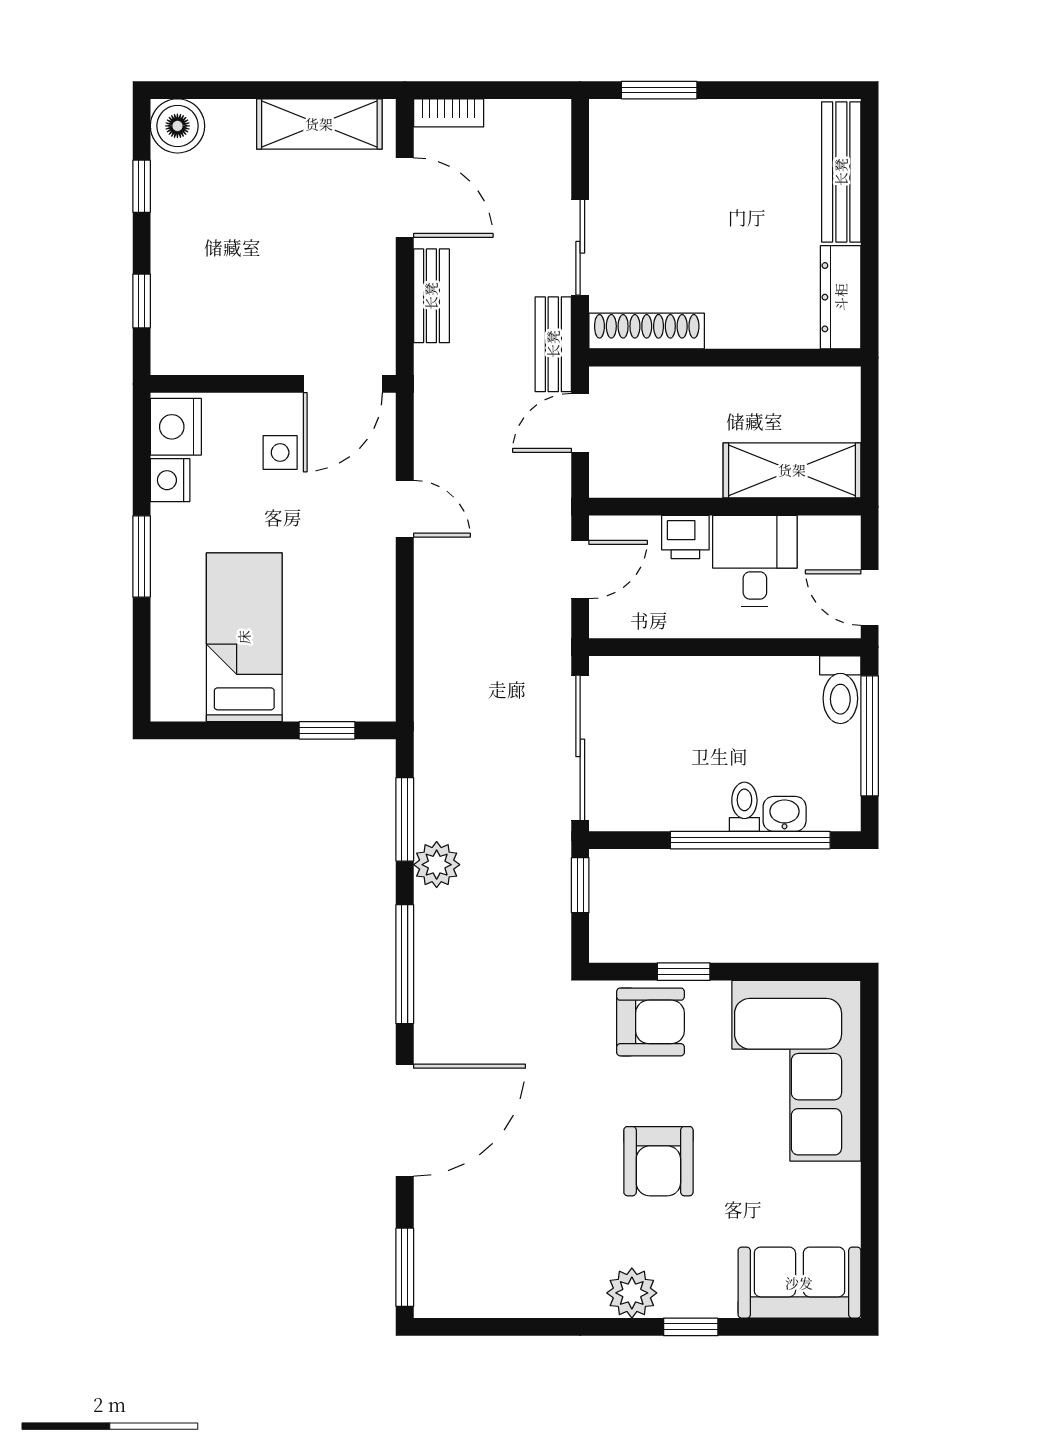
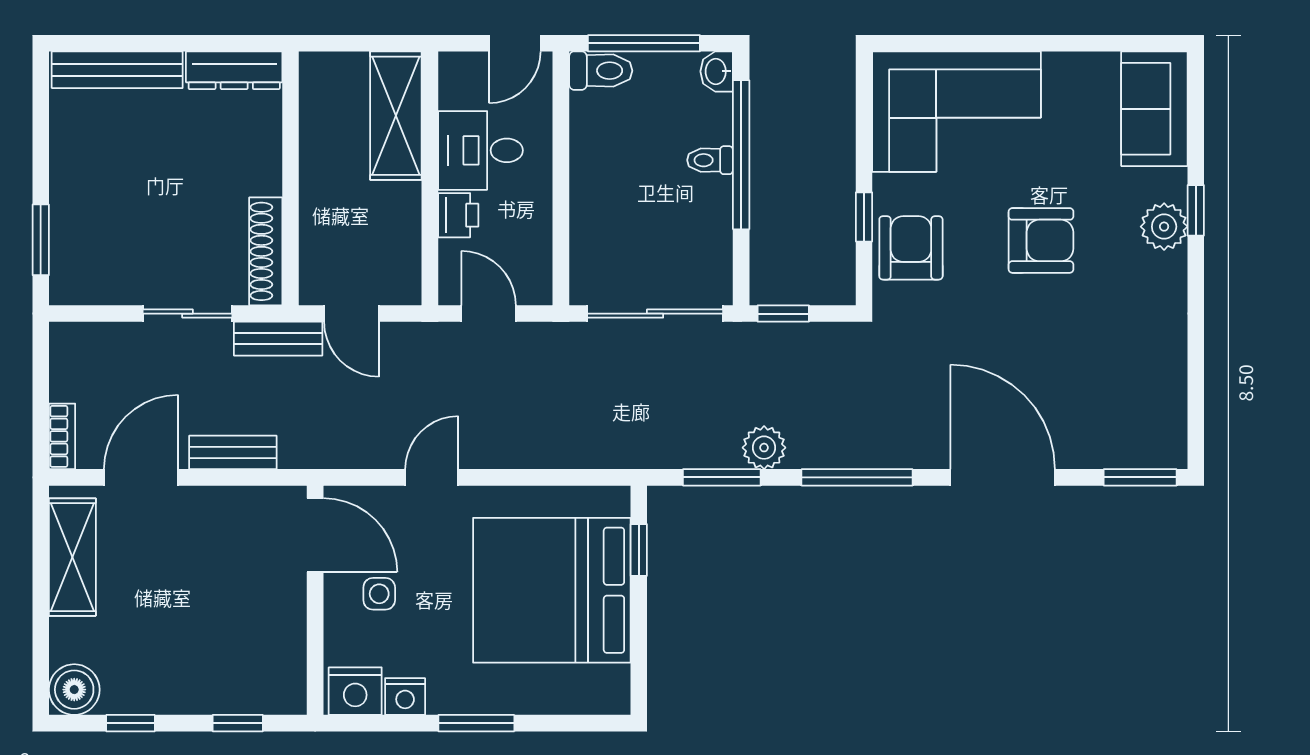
bed: (244, 637) -> (552, 590), width x2.04
washbasin: (785, 814) -> (717, 71), moved
plant: (632, 1293) -> (1164, 227), moved

